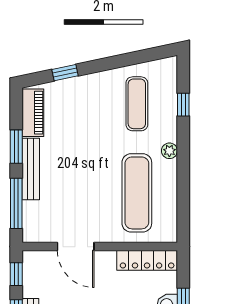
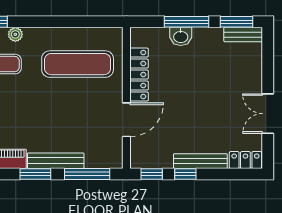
plant: (169, 151) -> (15, 34), moved
locker: (147, 260) -> (139, 75), moved

